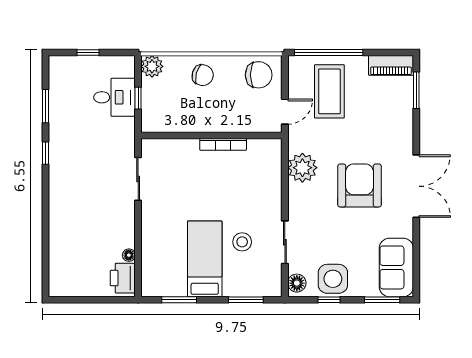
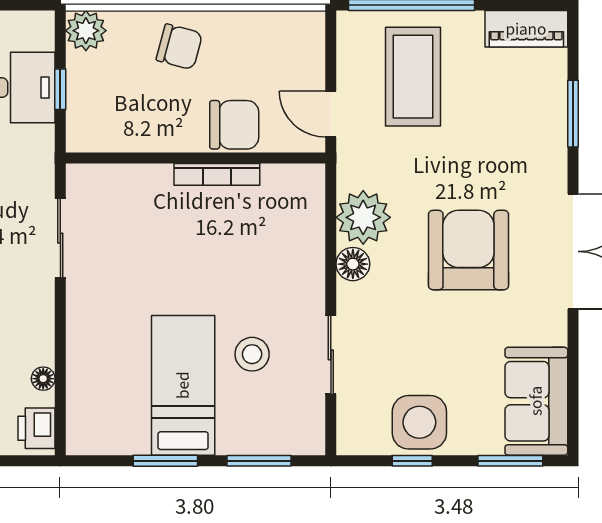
chair: (259, 75) -> (234, 125), moved
window: (416, 90) -> (573, 114), moved
door: (285, 112) -> (331, 114), swing flipped
printer: (123, 278) -> (36, 428), width x0.73, depth x0.81
floor lamp: (297, 283) -> (353, 264), moved
window: (179, 300) -> (165, 461), moved

